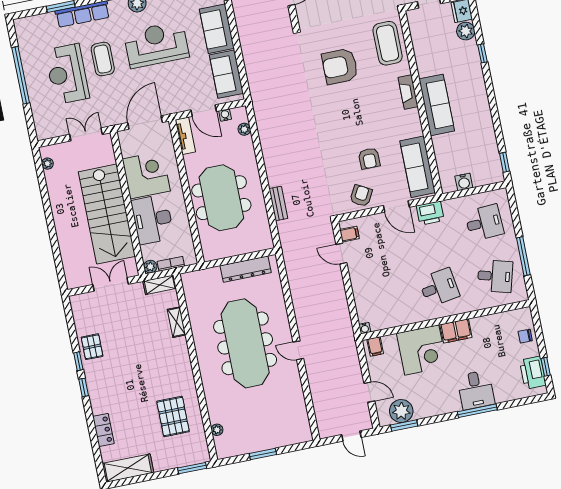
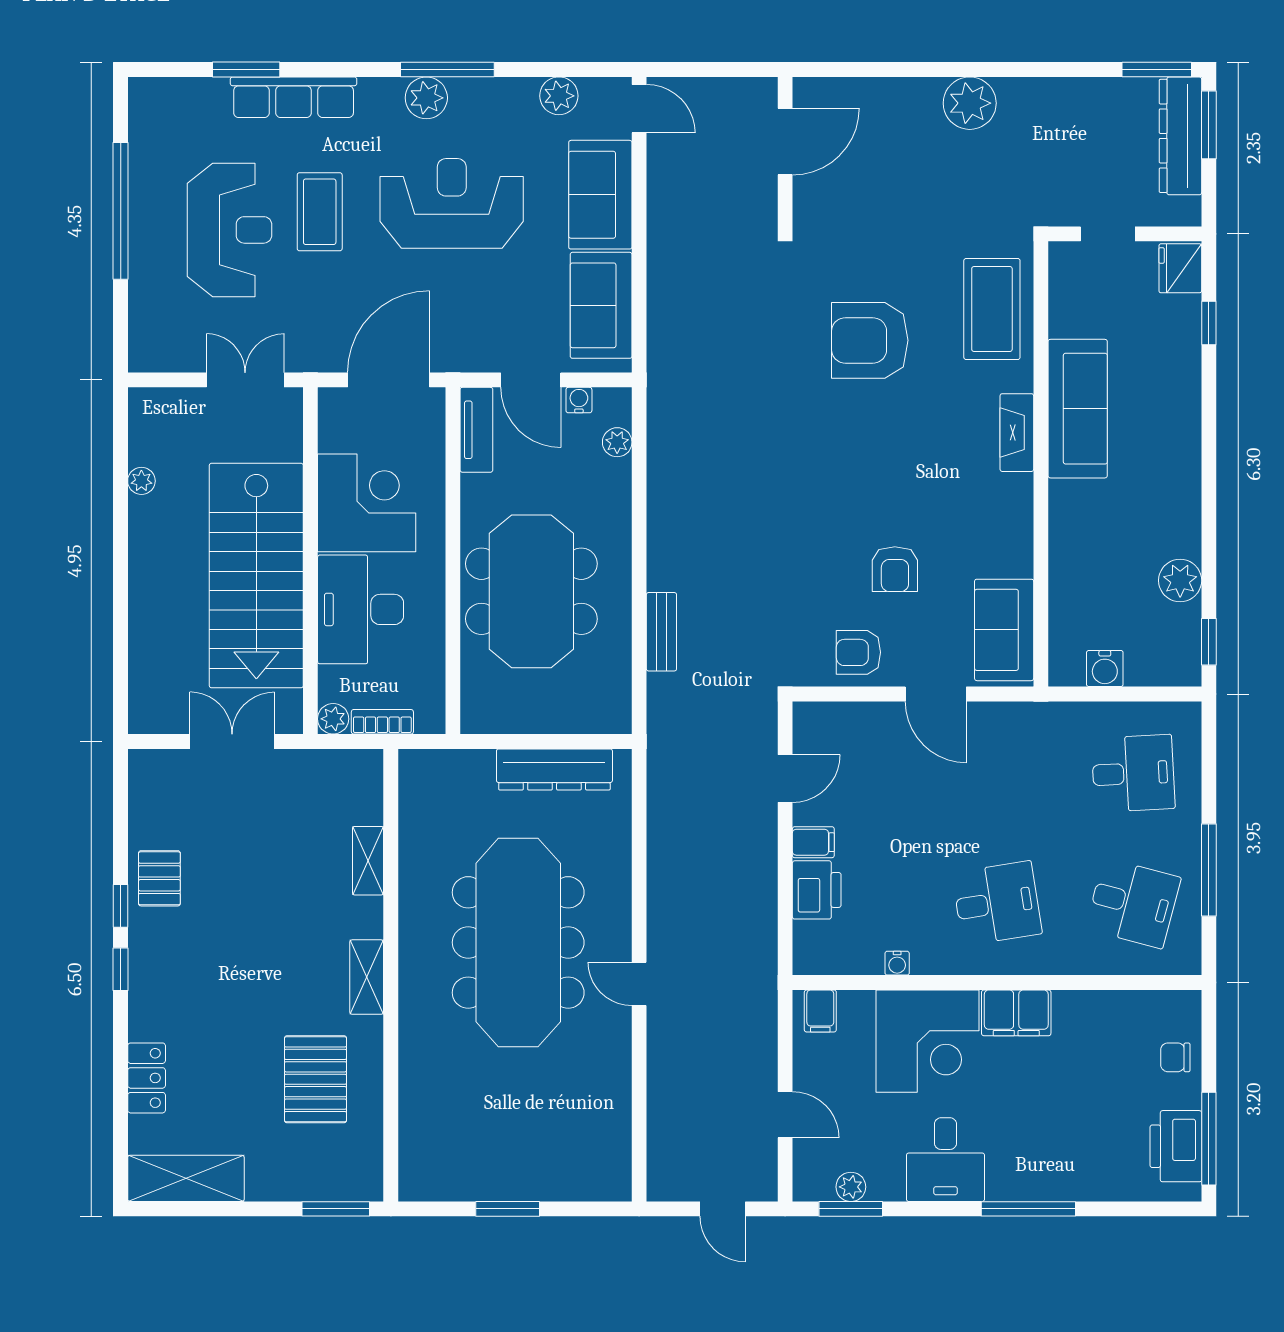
plant: (466, 31) -> (1180, 580), moved
window: (483, 53) -> (1209, 323), moved
reception desk: (67, 74) -> (230, 230), turned 180
sofa: (437, 105) -> (1078, 409), moved
plant: (47, 164) -> (141, 481), moved
sofa: (418, 167) -> (1004, 630), width x0.73
armchair: (361, 196) -> (858, 652), turned -119
printer: (430, 213) -> (817, 890), moved, turned -90
filing cabinet: (349, 234) -> (813, 842), moved
door: (341, 254) -> (785, 778), swing flipped
shelving: (160, 285) -> (367, 977), moved, turned 90
water cooler: (365, 328) -> (897, 963), moved
window: (546, 367) -> (1209, 1139), width x2.17
desk: (476, 390) -> (945, 1160), moved
plant: (401, 411) -> (851, 1187), width x0.53, depth x0.53
plant: (217, 430) -> (412, 1131), removed

